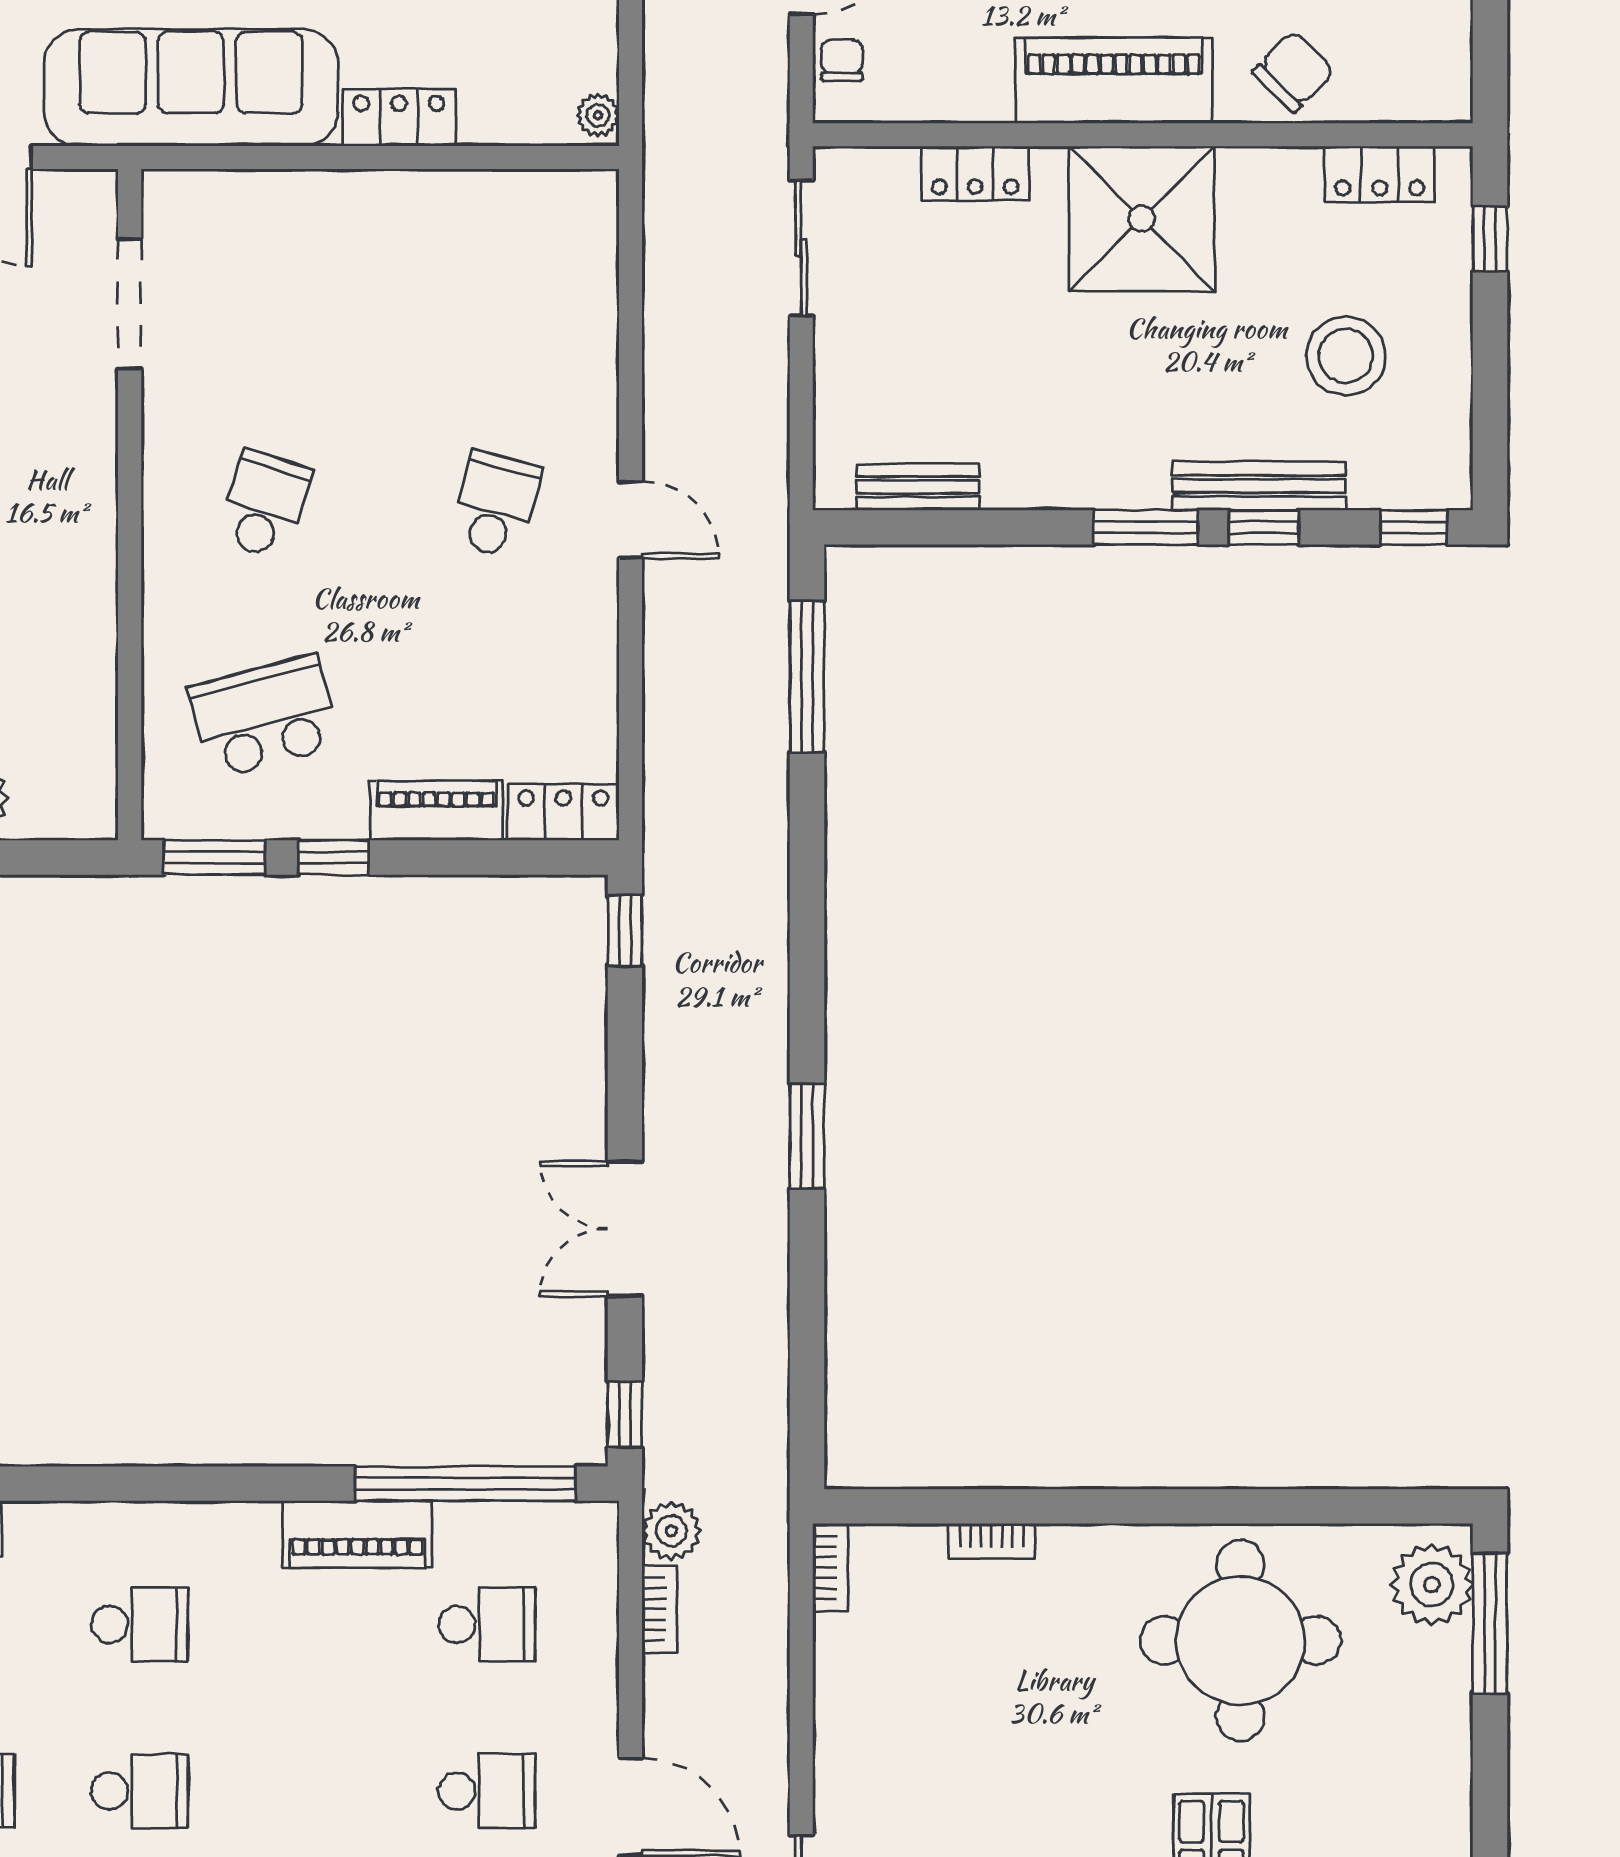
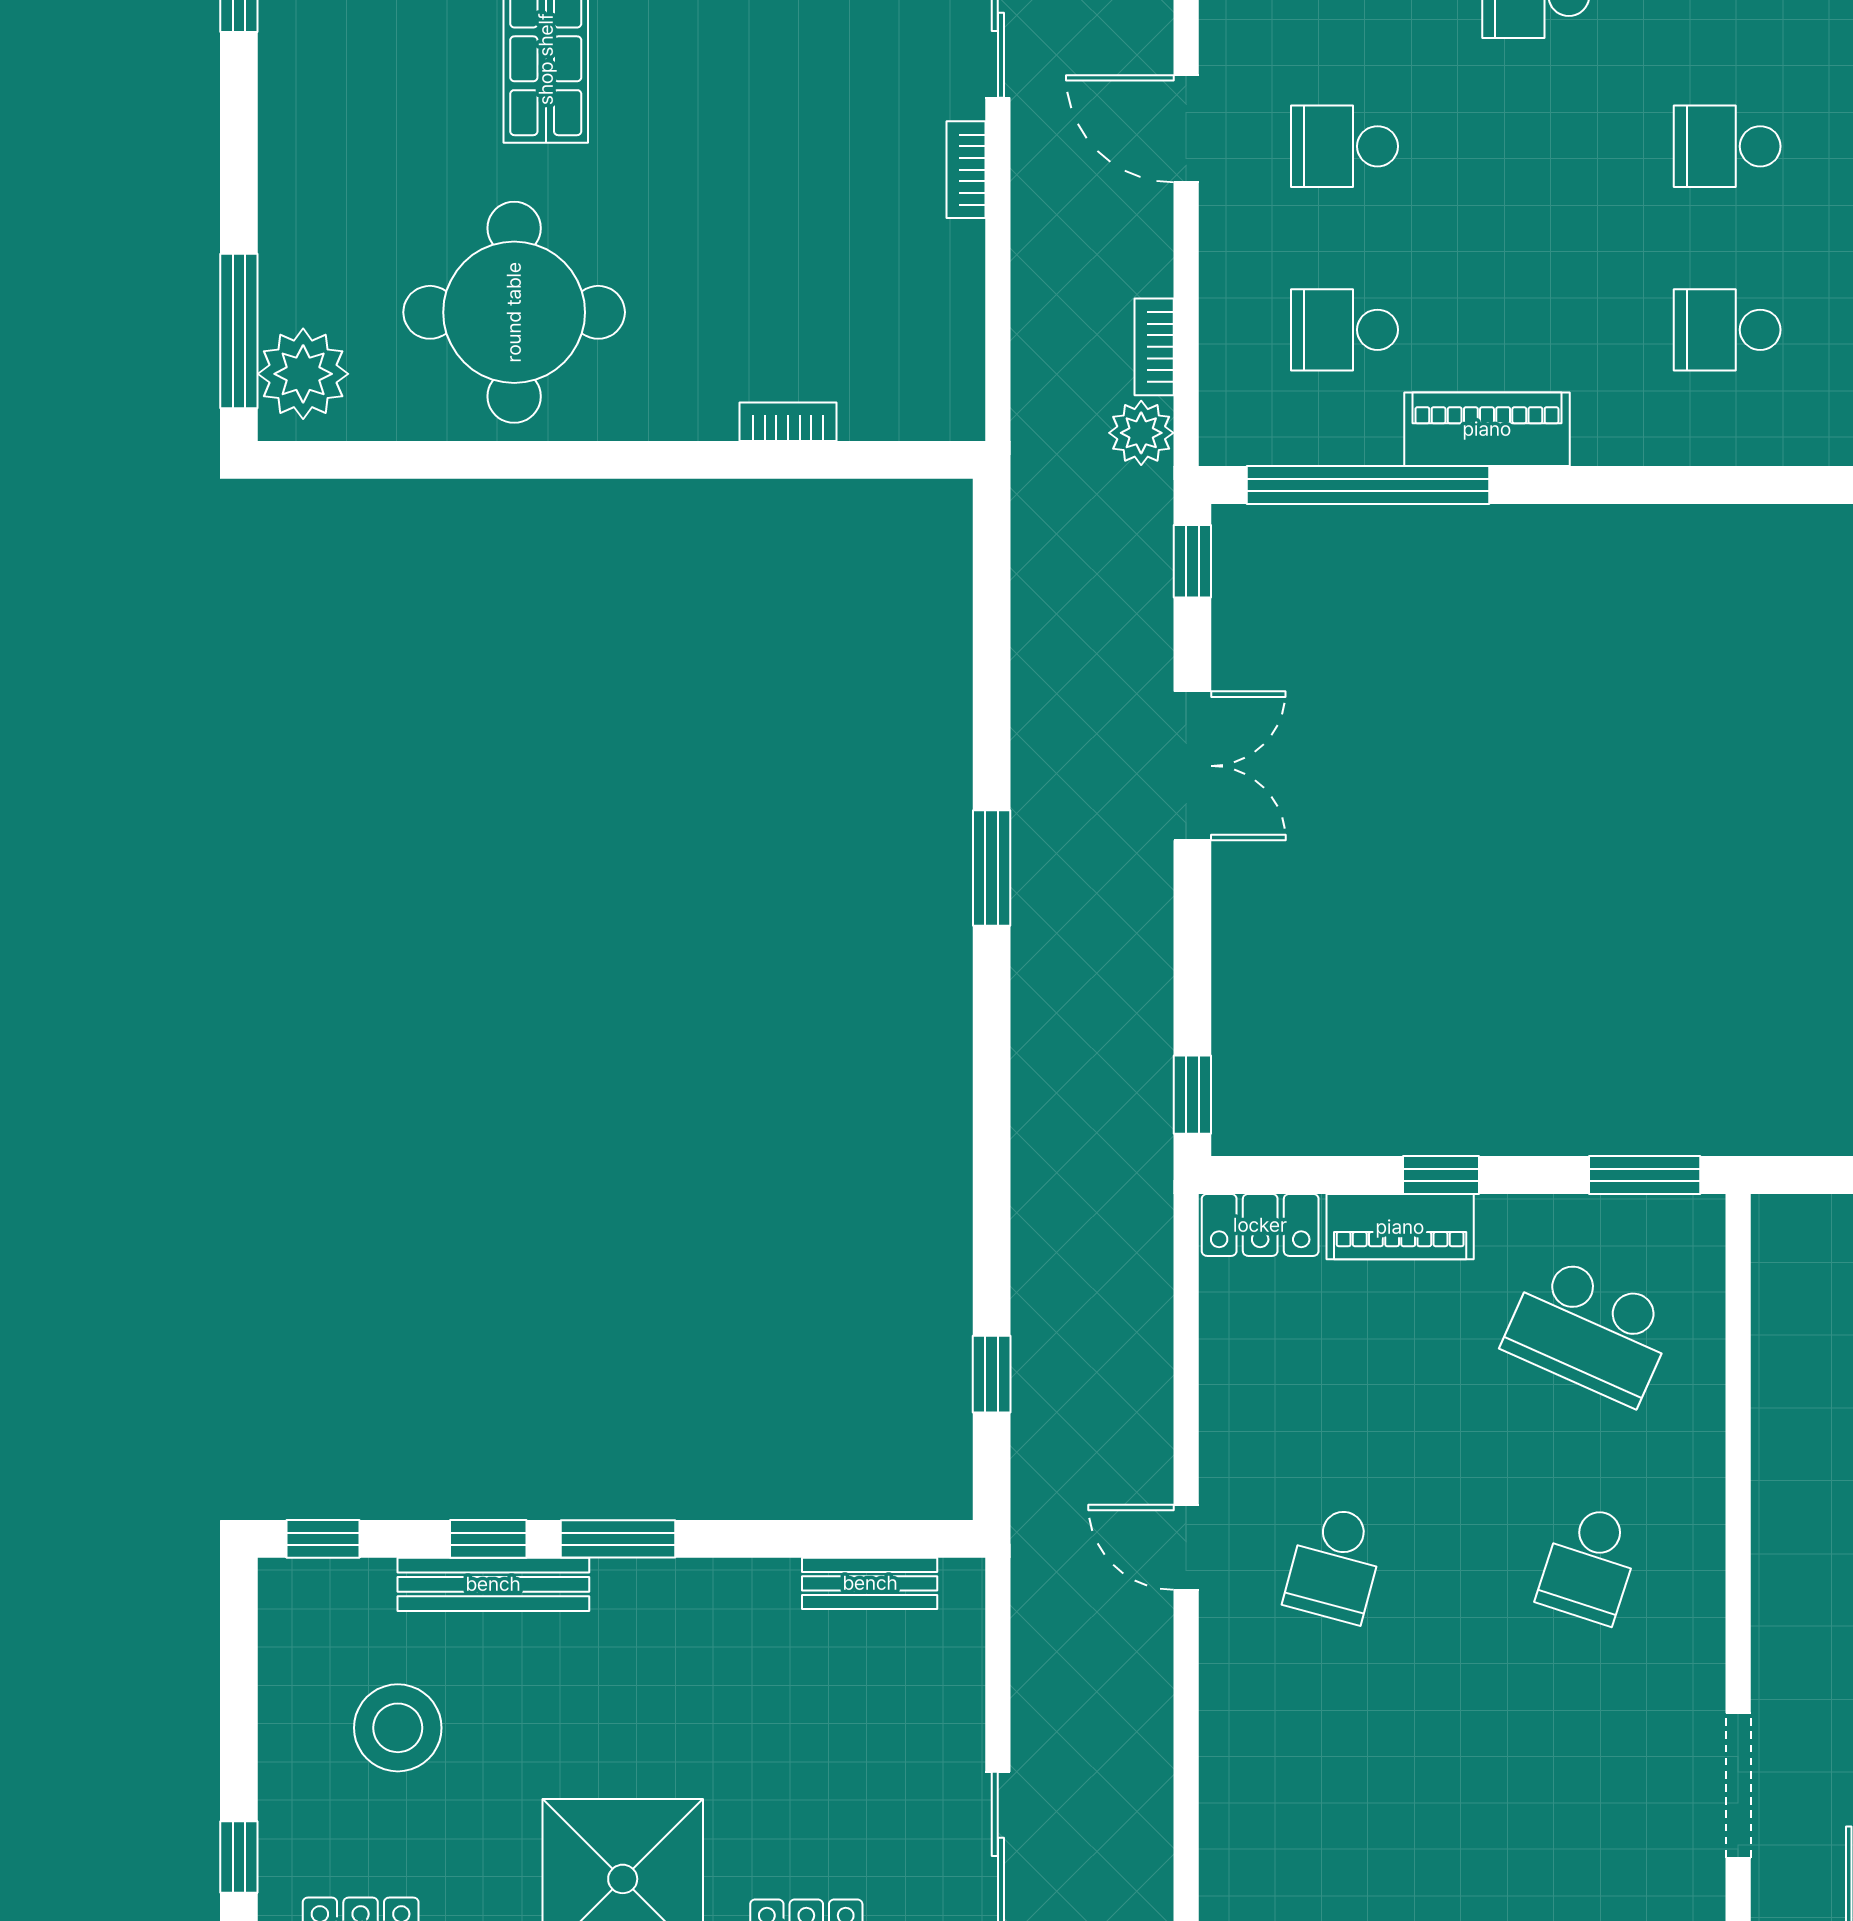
window: (807, 677) -> (992, 1374), width x0.46
school desk: (265, 717) -> (1589, 1330), turned 39
window: (333, 858) -> (1441, 1175), moved
bookcase: (830, 1567) -> (966, 170), moved

